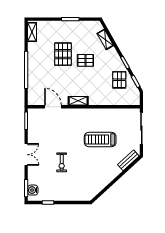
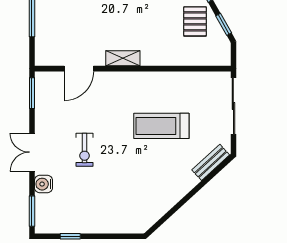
door: (53, 107) -> (79, 69), swing flipped
double door: (26, 155) -> (32, 152), swing flipped
exercise bike: (62, 162) -> (85, 150), moved
water cooler: (33, 190) -> (43, 184), moved

